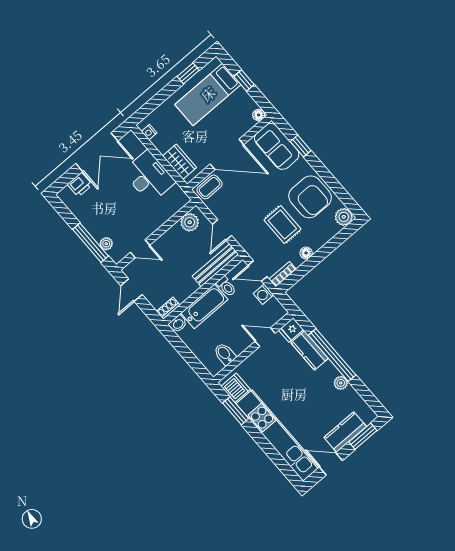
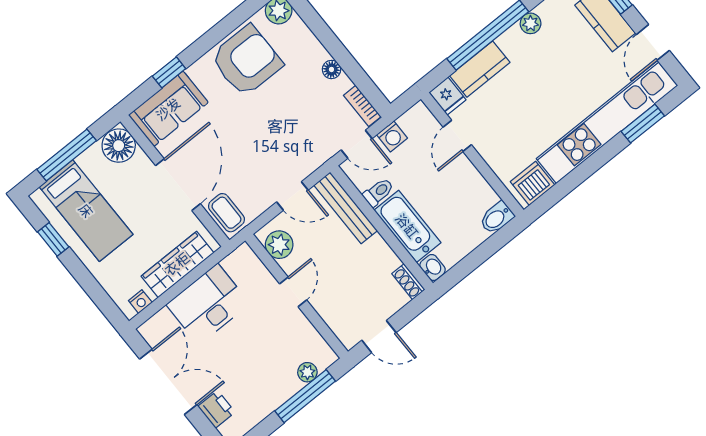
window: (244, 80) -> (67, 155), width x2.17
floor lamp: (259, 115) -> (119, 146), width x1.89, depth x1.89
wardrobe: (179, 162) -> (177, 264), width x1.50
rug: (282, 225) -> (287, 104), removed
door: (140, 249) -> (293, 292), moved
door: (257, 271) -> (357, 144), hinge flipped
bidet: (225, 354) -> (497, 218), moved
window: (236, 411) -> (643, 124), moved

